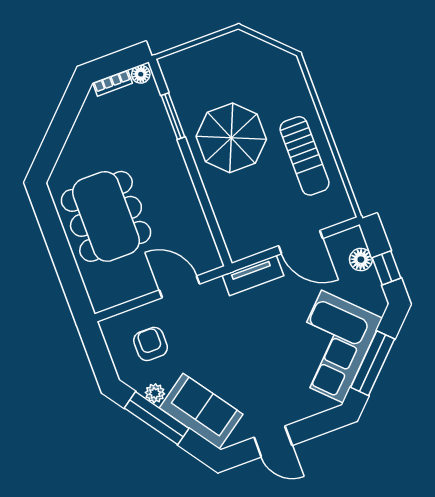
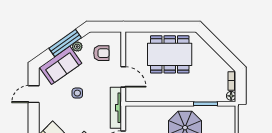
tv unit: (253, 275) -> (116, 108), width x1.41
door: (179, 287) -> (123, 77), hinge flipped
side table: (241, 361) -> (77, 93), added

